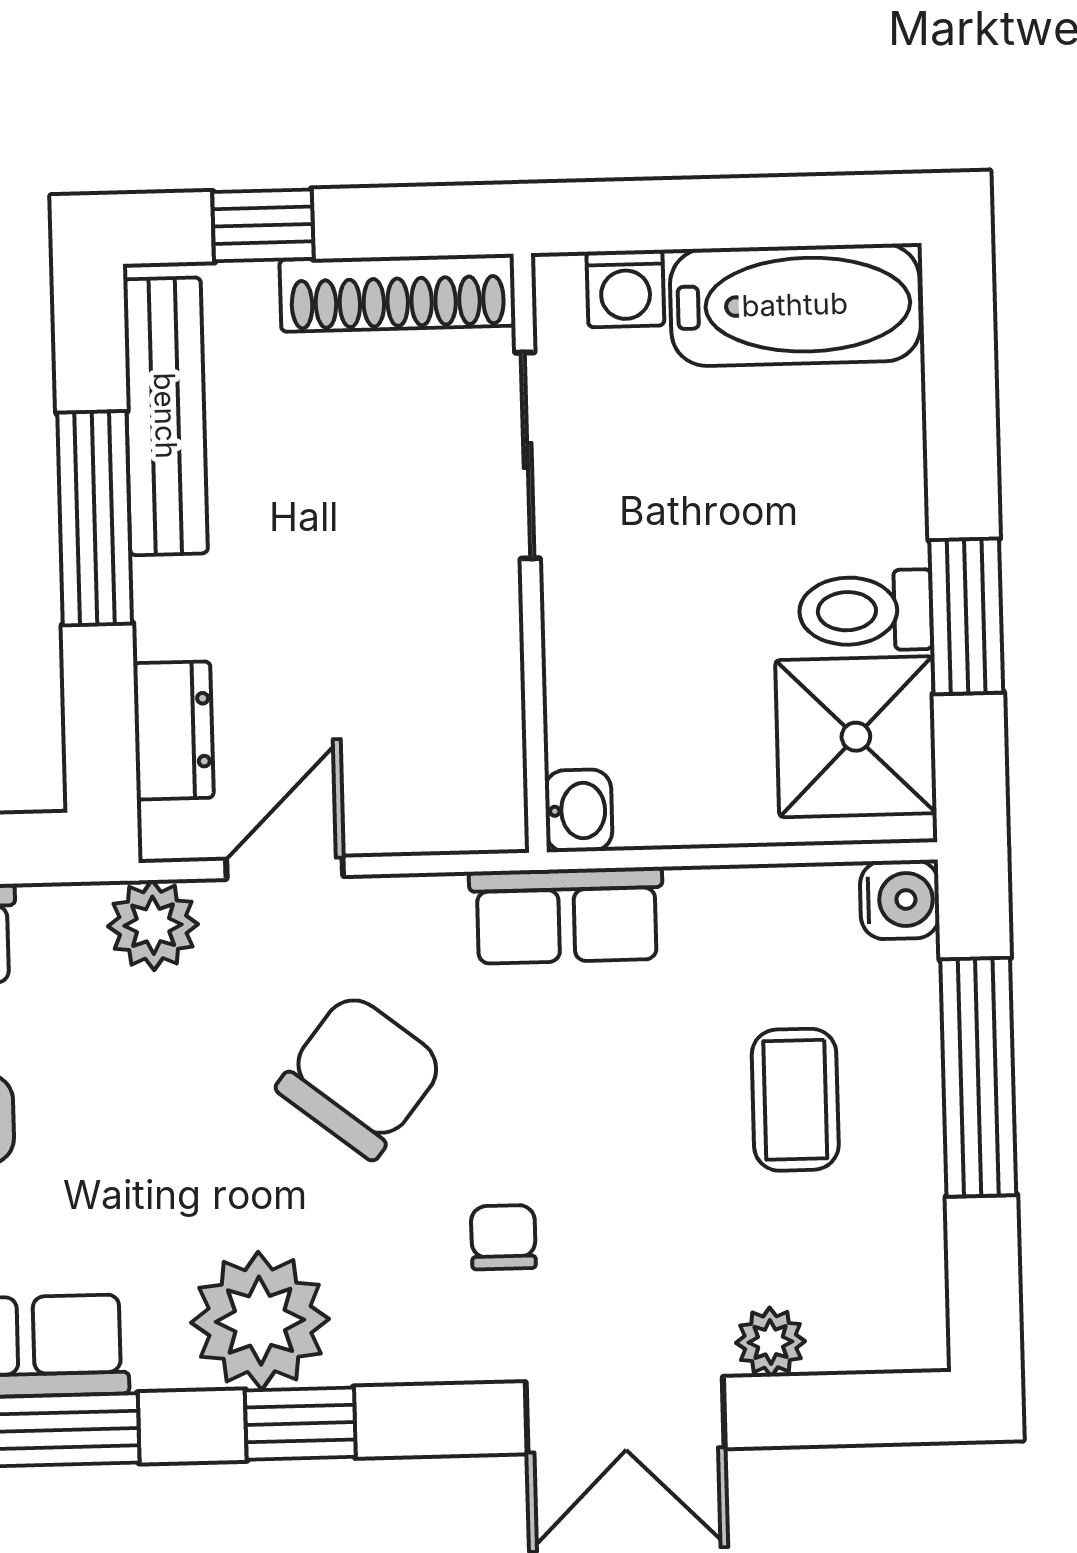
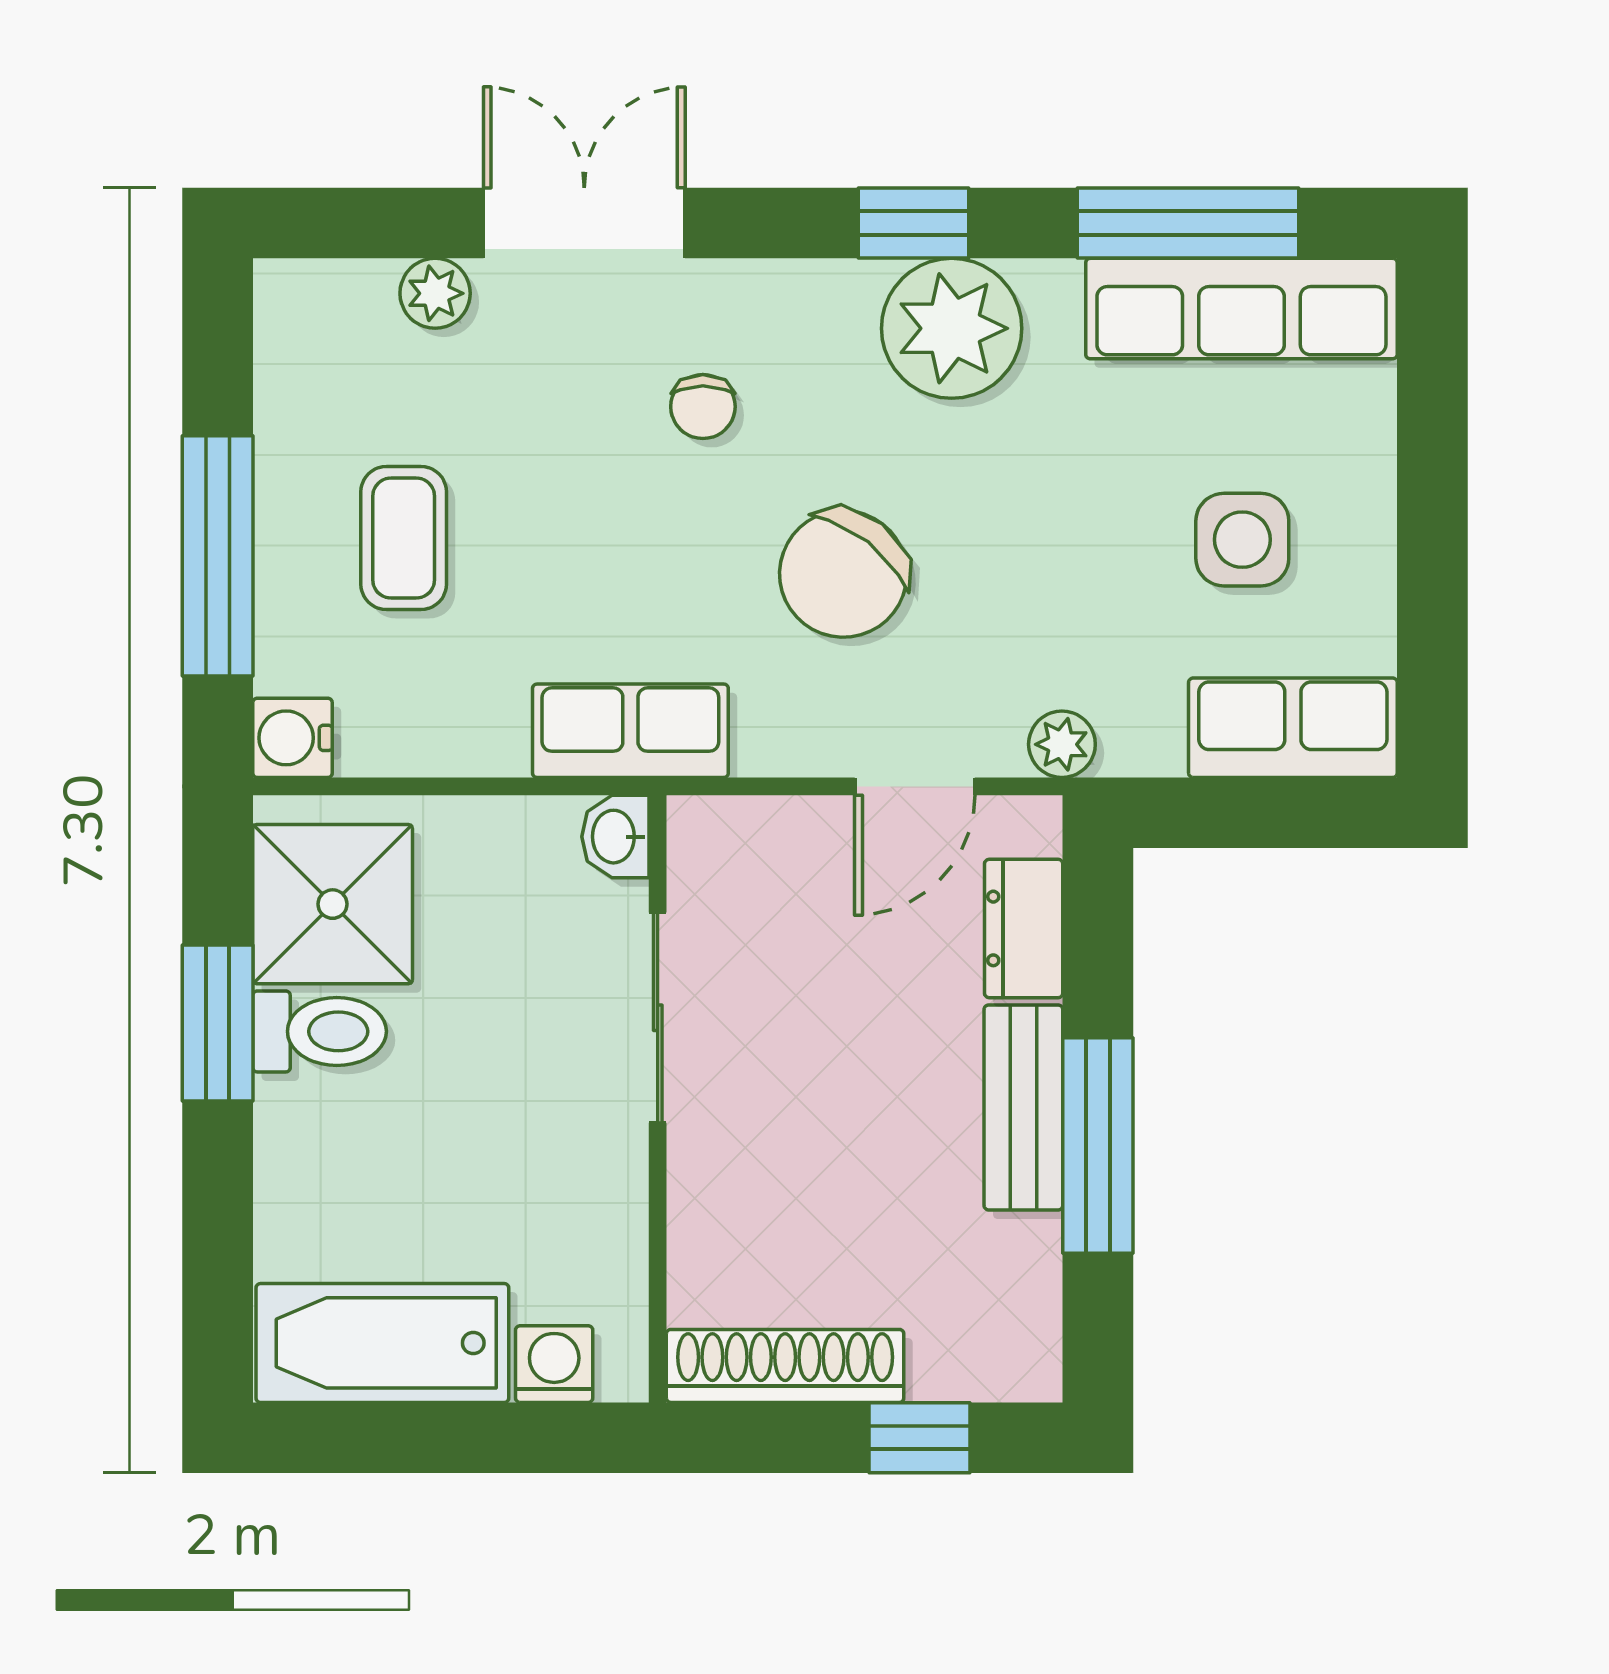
bench: (165, 416) -> (1023, 1107), moved, width x0.73
sliding door: (528, 456) -> (658, 1018), moved
plant: (153, 925) -> (1062, 744), width x0.73, depth x0.73

